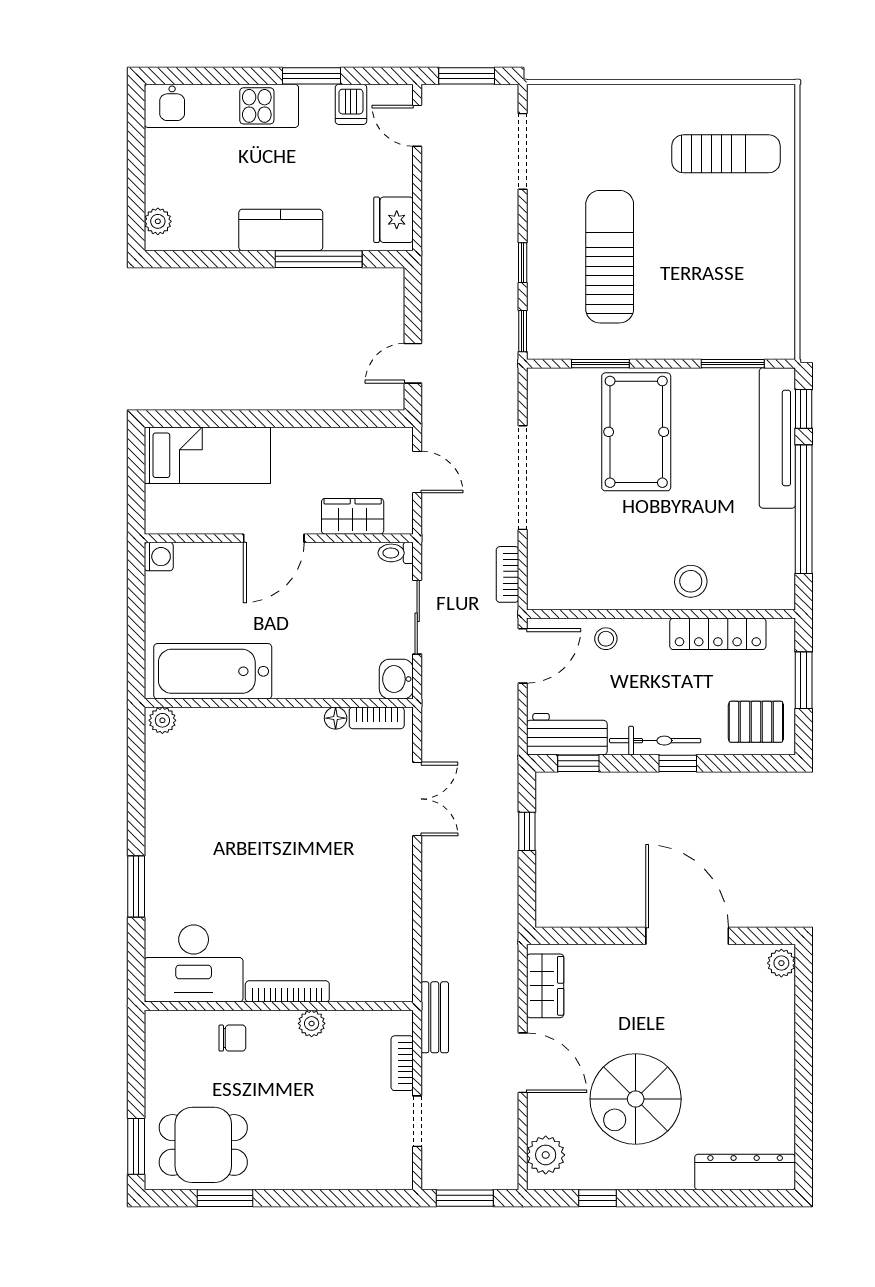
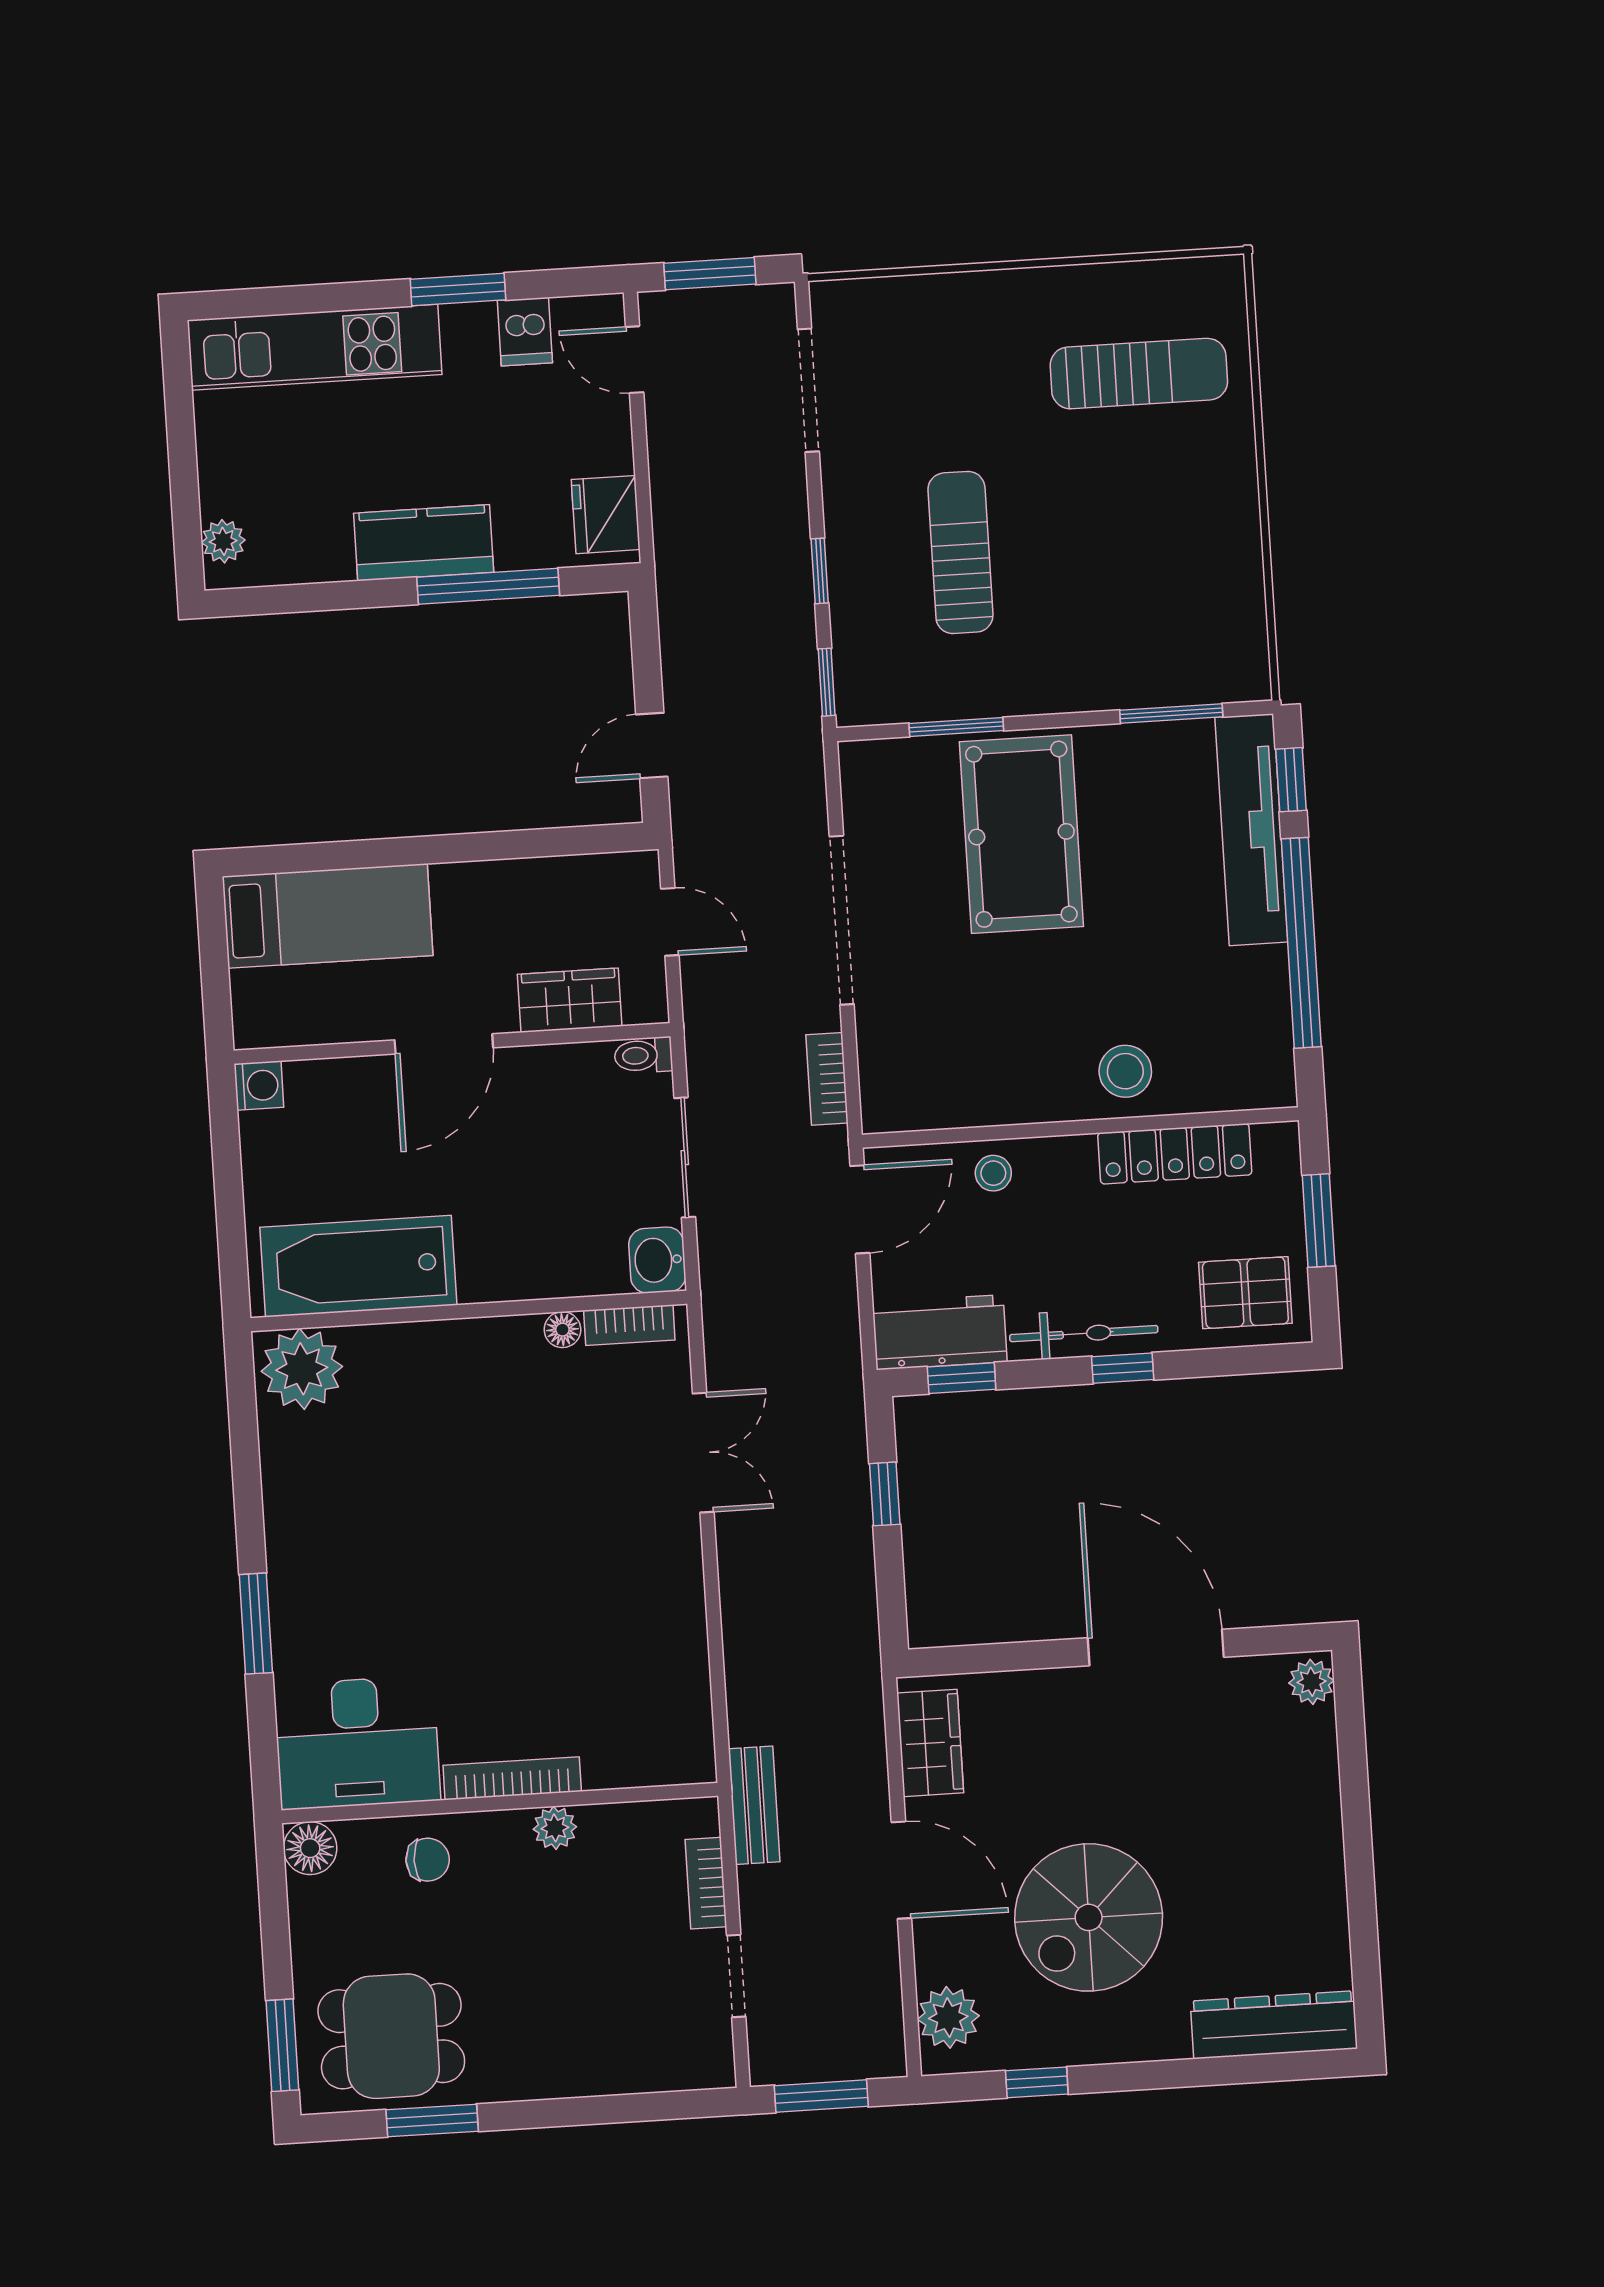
sun lounger: (610, 257) -> (960, 552), width x0.73, depth x0.75
plant: (162, 720) -> (302, 1369), width x1.87, depth x1.87
floor lamp: (161, 1026) -> (310, 1848), added

